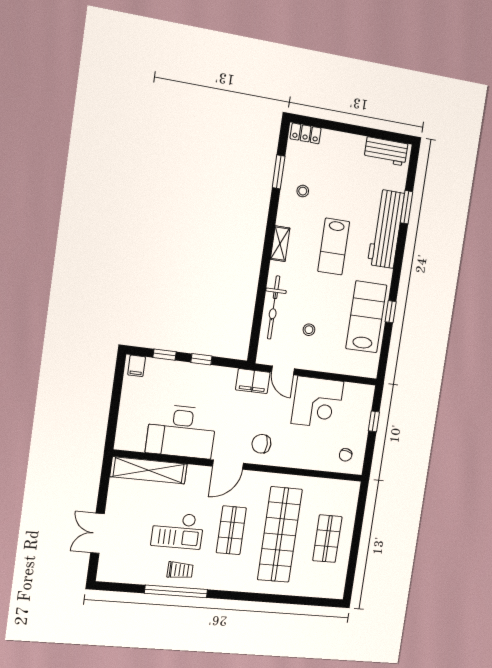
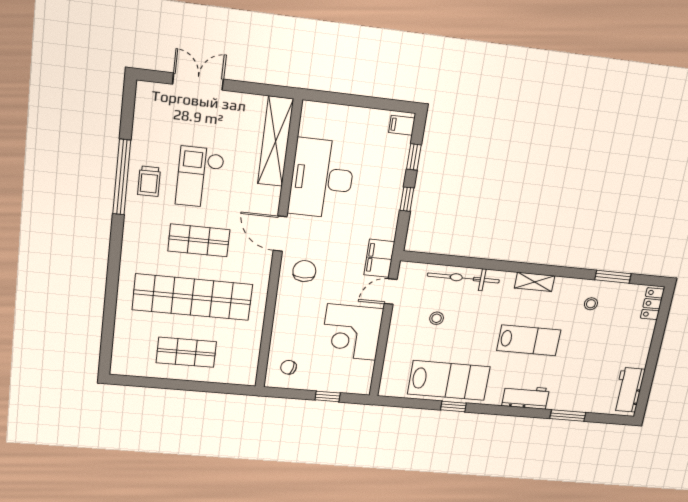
workbench: (386, 229) -> (526, 397), width x0.53, depth x0.76
lab bench: (334, 247) -> (529, 340), turned 180

